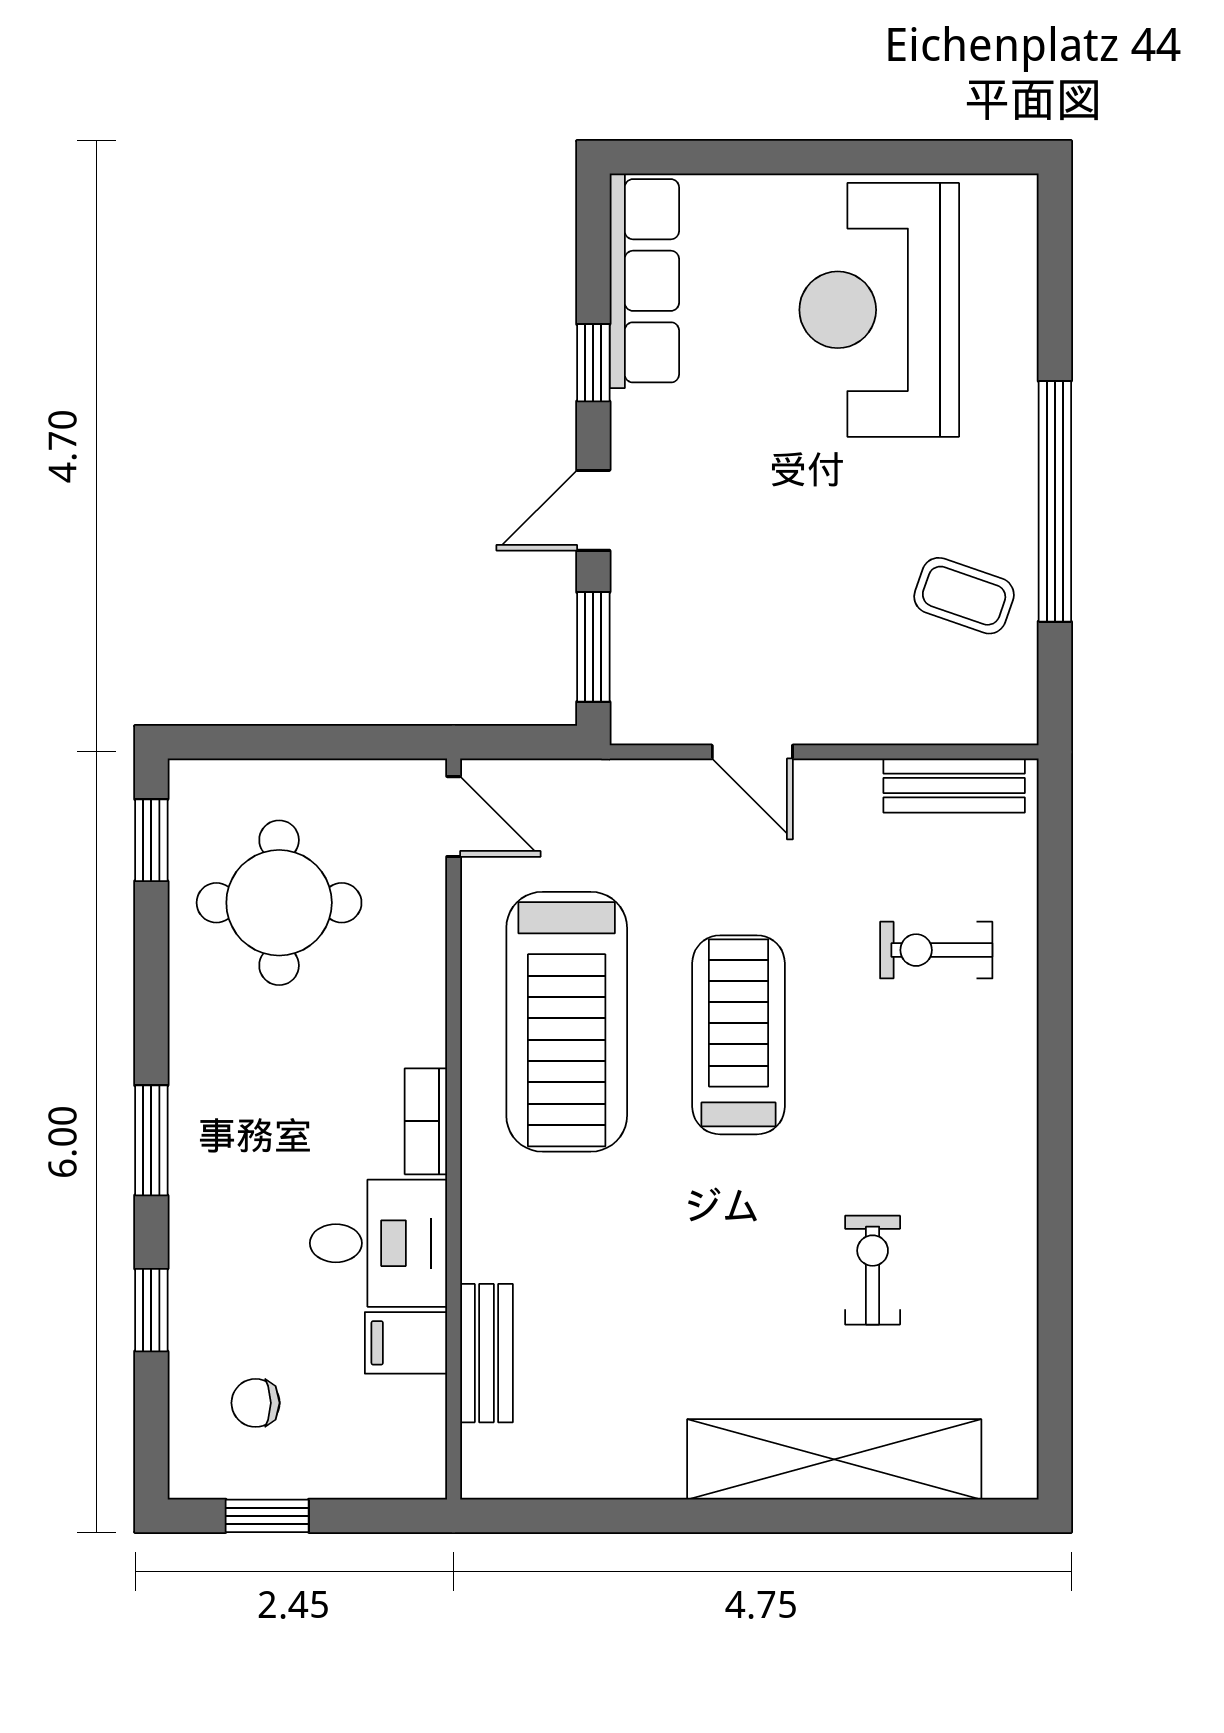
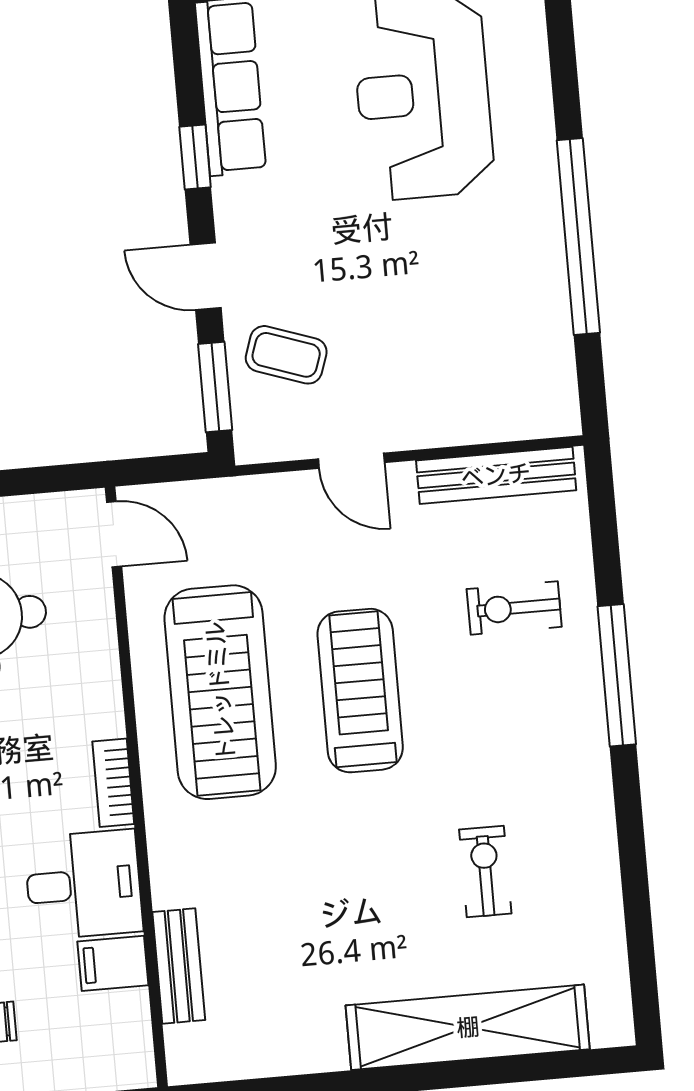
door: (593, 510) -> (206, 276), hinge flipped
coffee table: (964, 596) -> (286, 355), moved
bench: (954, 785) -> (496, 475), width x1.36
window: (1055, 1044) -> (617, 675), added

